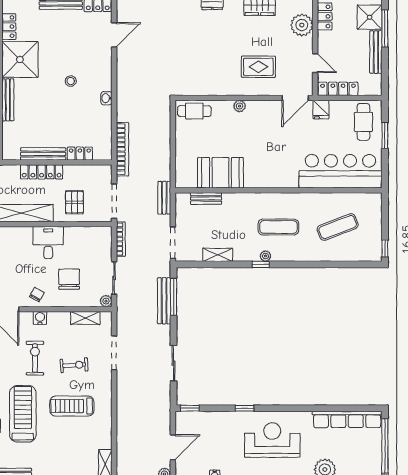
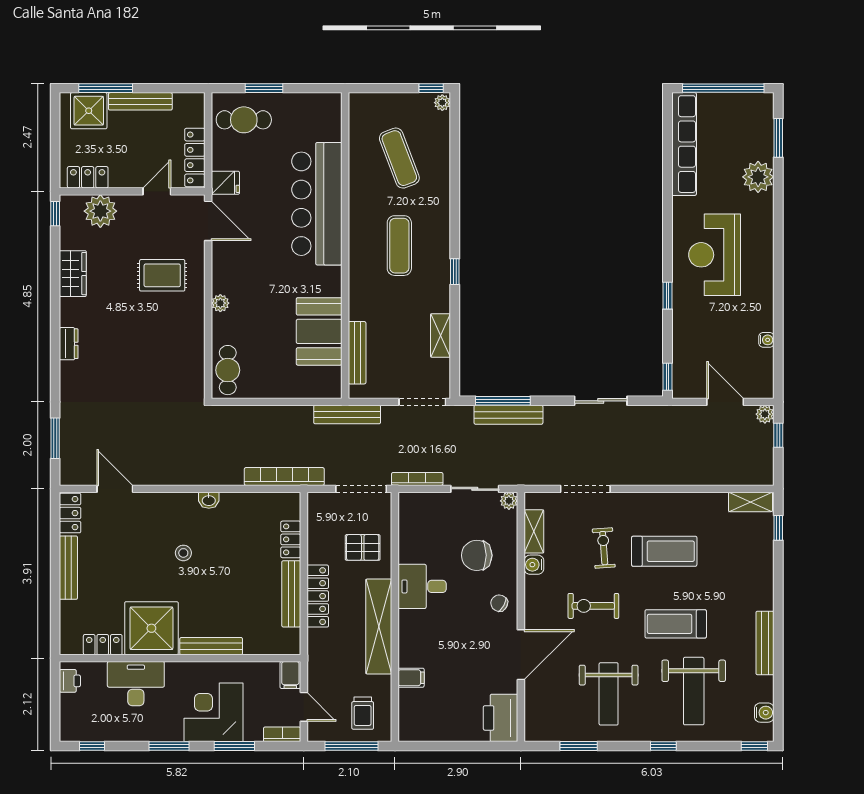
rug: (258, 67) -> (162, 275), turned 90
bar counter: (340, 171) -> (317, 204), moved
bench: (164, 198) -> (347, 415), width x1.36
bench: (206, 198) -> (357, 353), width x1.36
plant: (265, 256) -> (442, 103), moved
water cooler: (40, 318) -> (534, 565), moved
treadmill: (72, 406) -> (664, 551), turned -90
treadmill: (23, 414) -> (676, 624), width x0.73, depth x0.73

